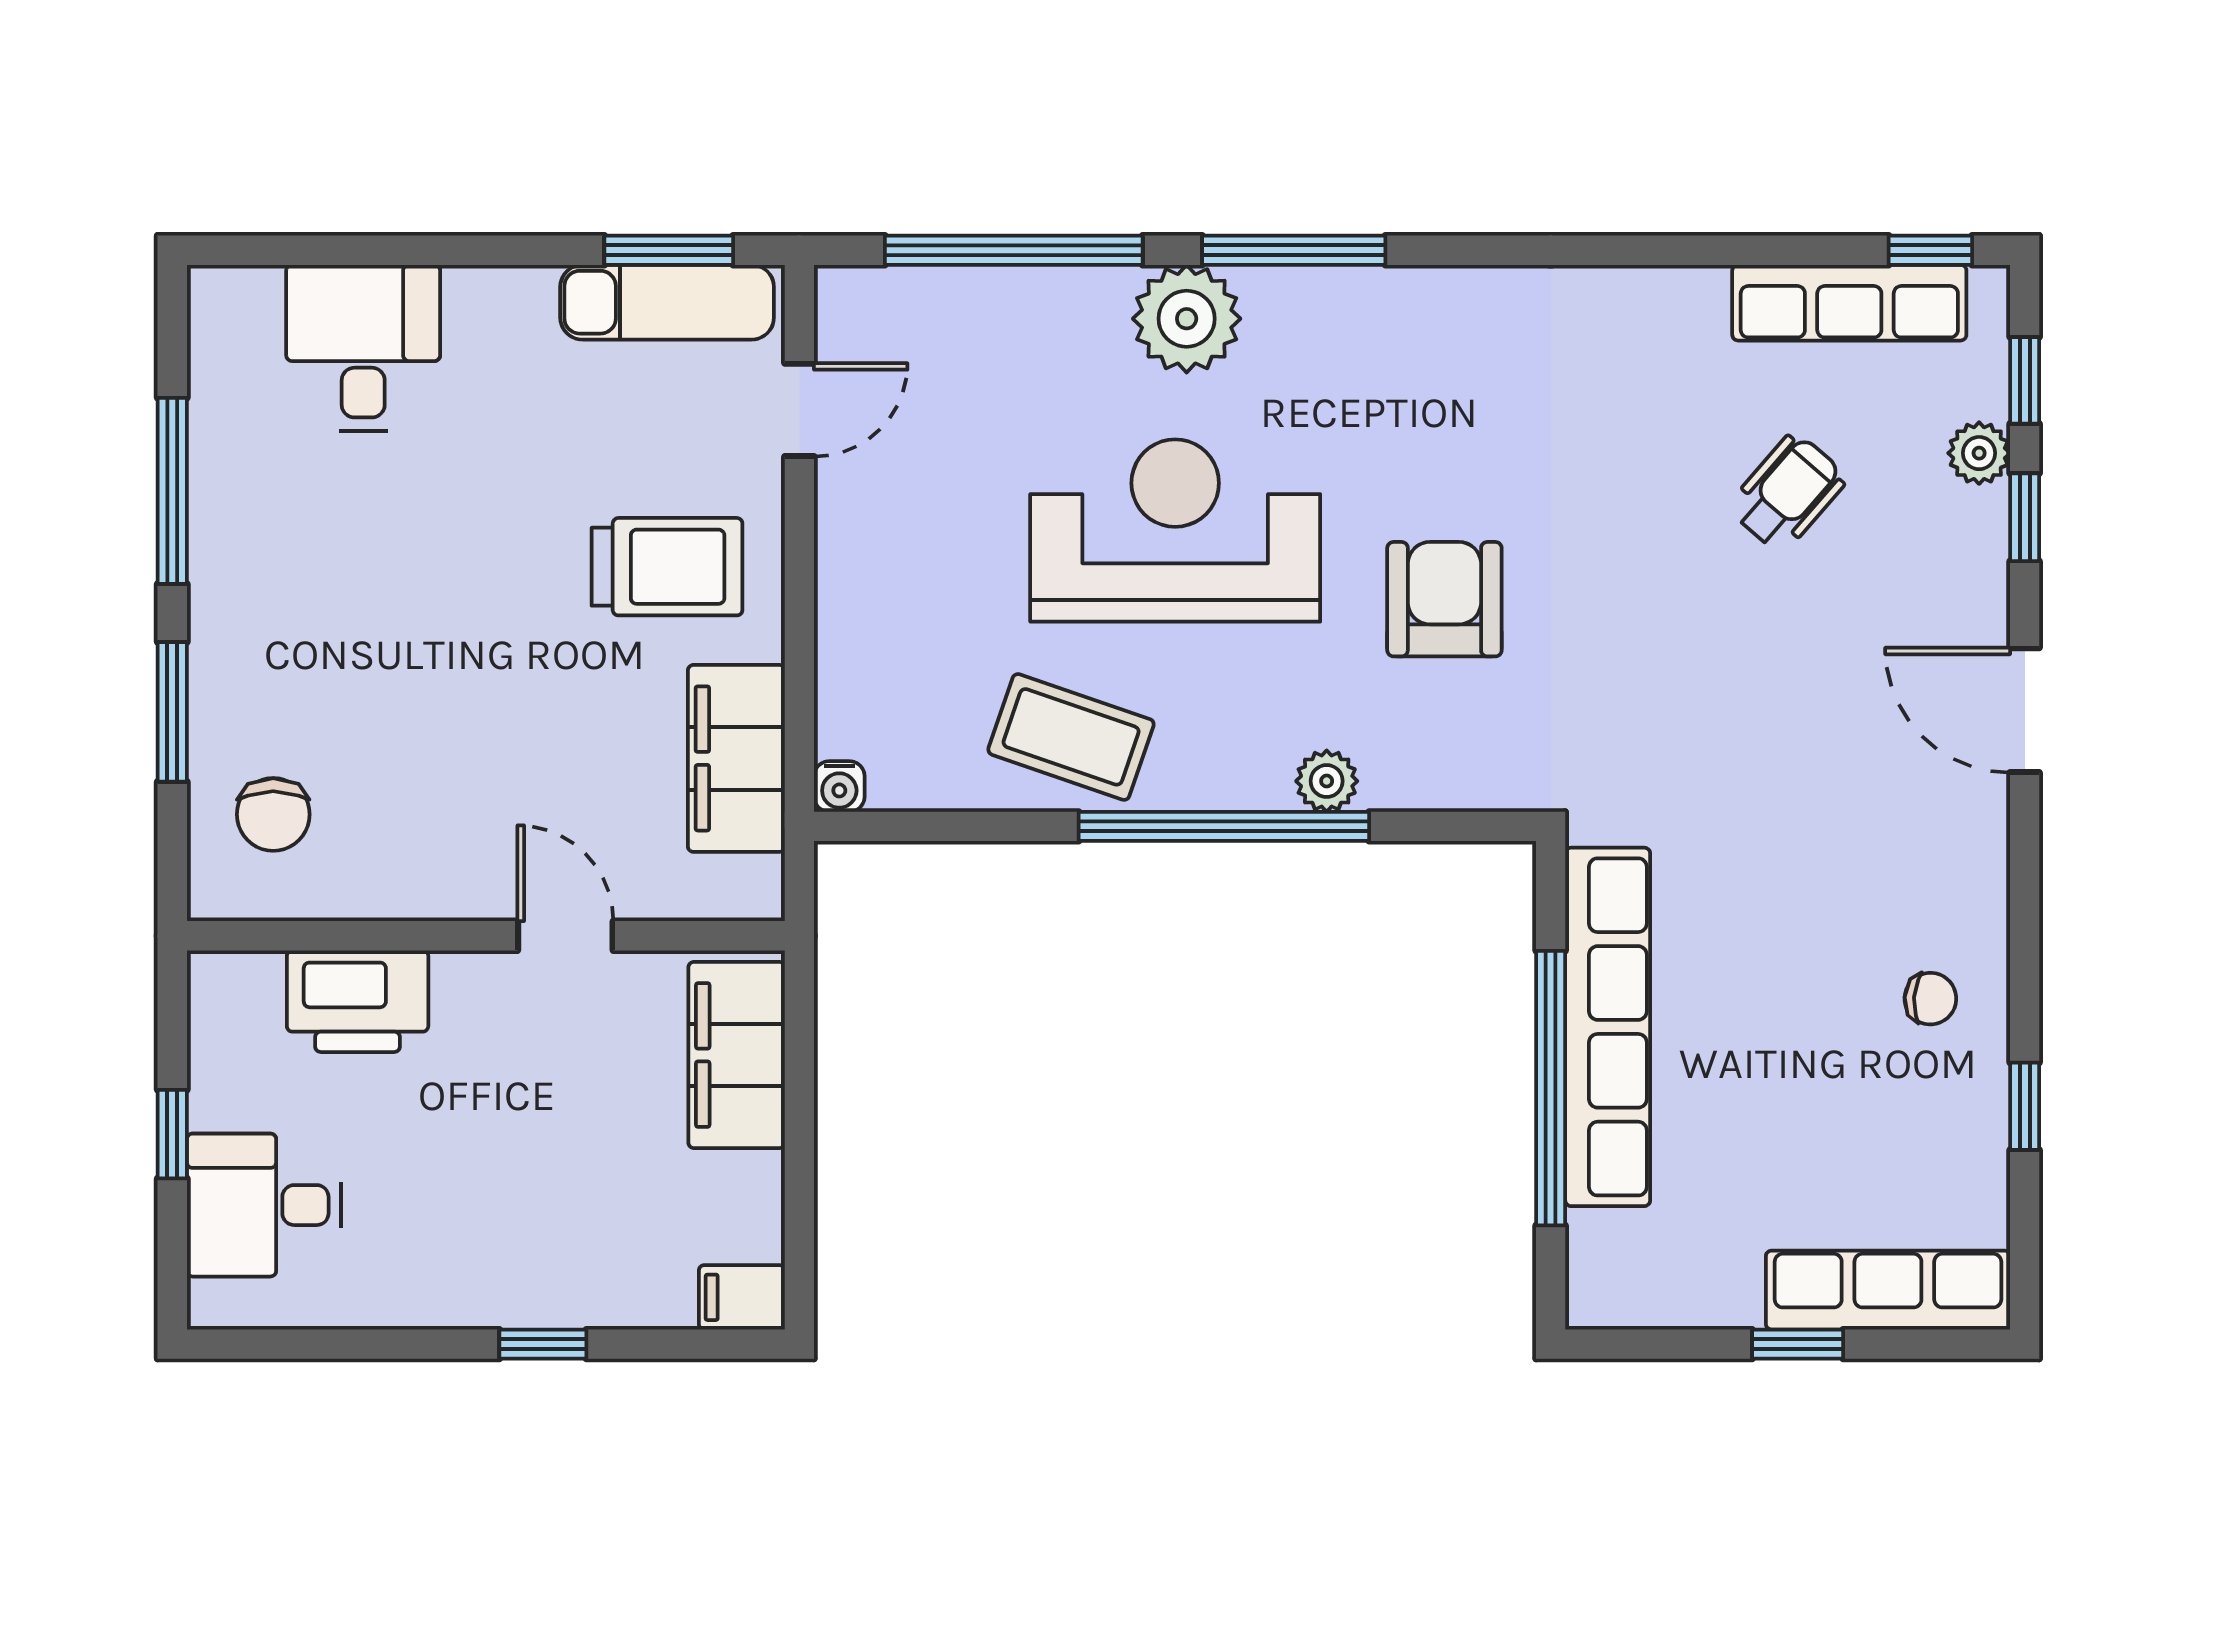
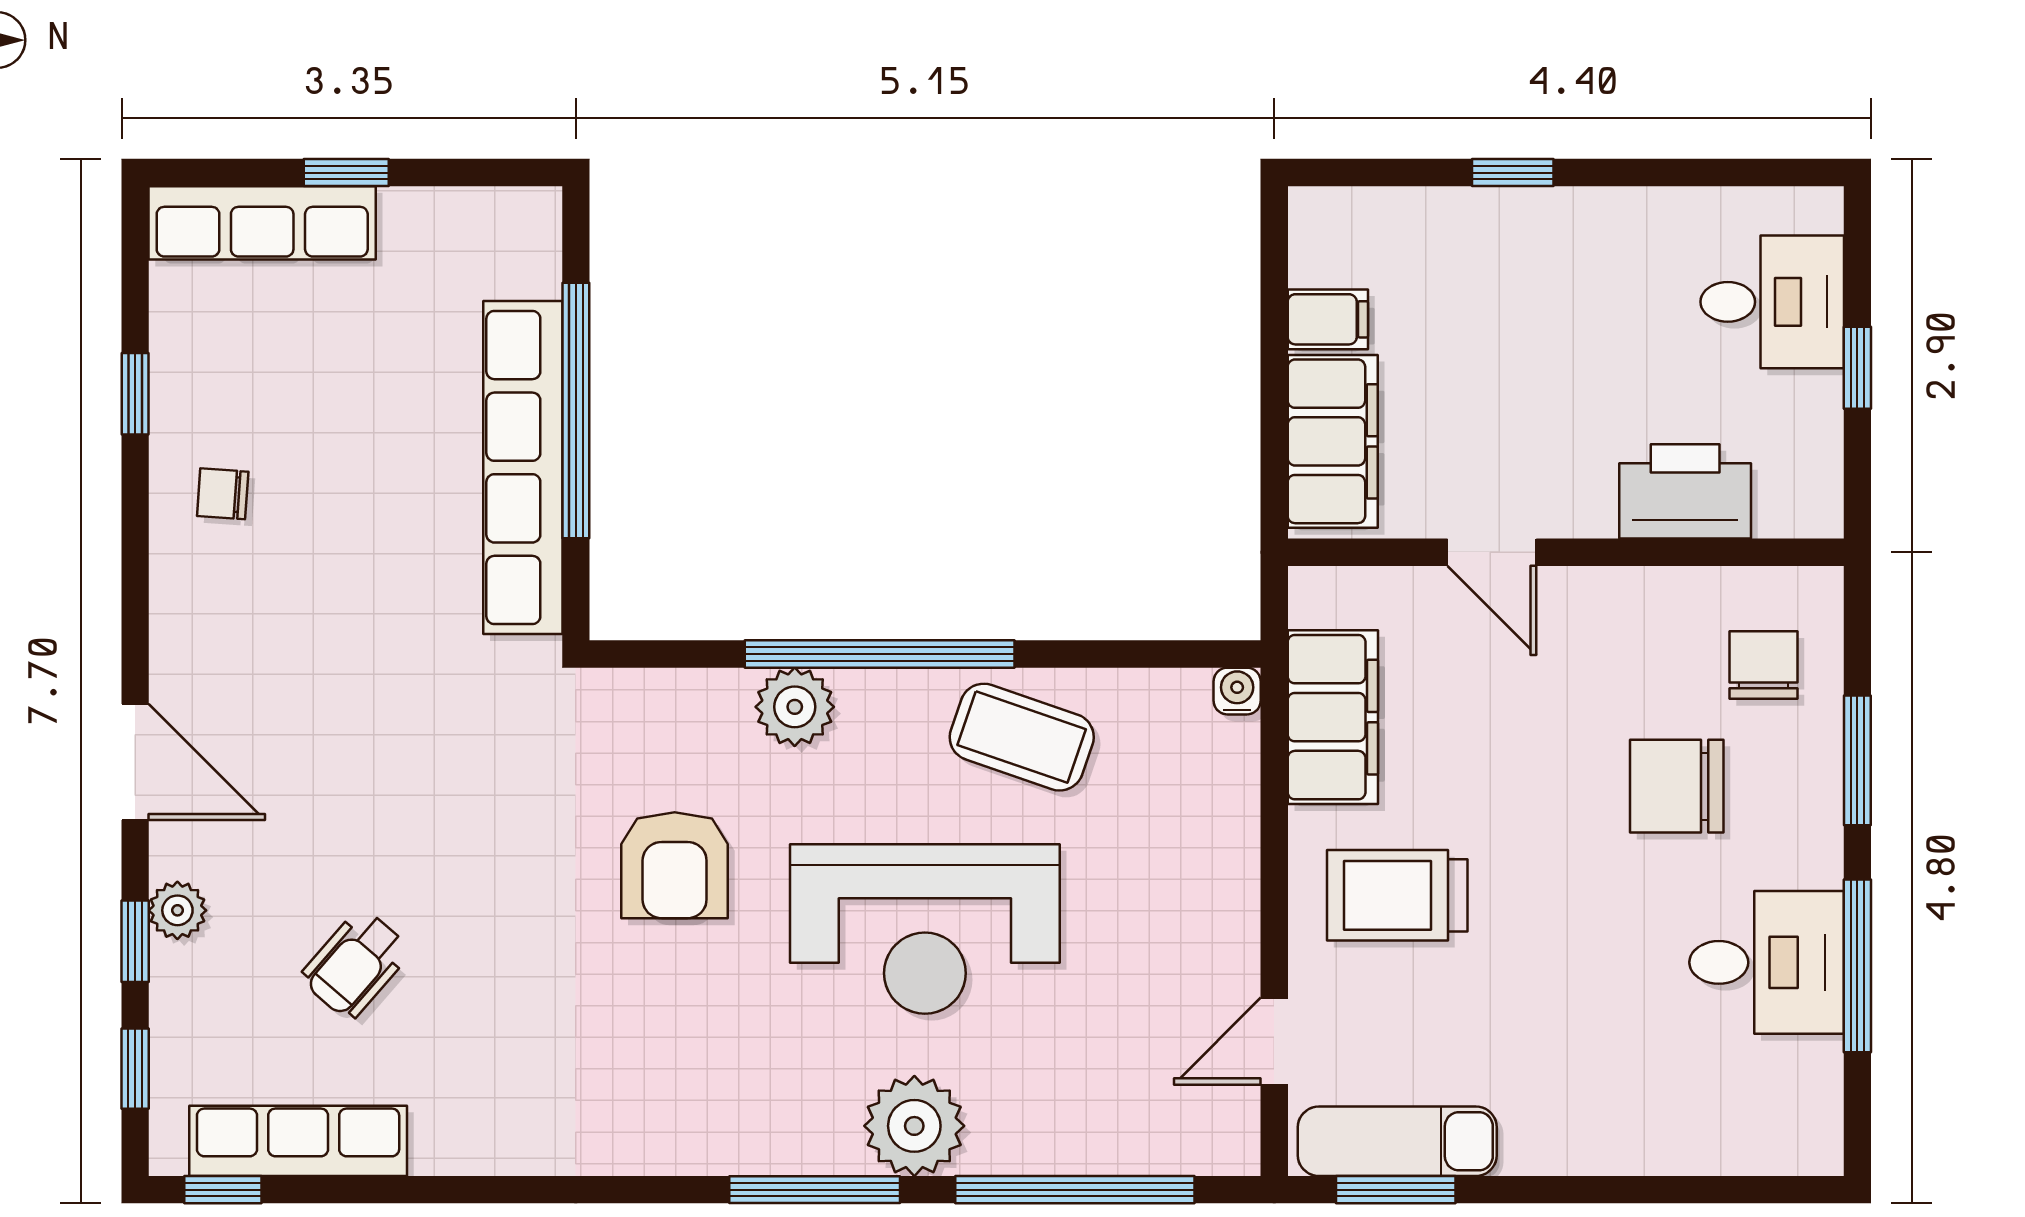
desk: (363, 348) -> (1767, 962), moved, turned -90
plant: (1979, 453) -> (177, 910), moved
chair: (367, 684) -> (1677, 786), added
plant: (1327, 781) -> (795, 707), width x1.38, depth x1.38
filing cabinet: (742, 1297) -> (1328, 319), moved

